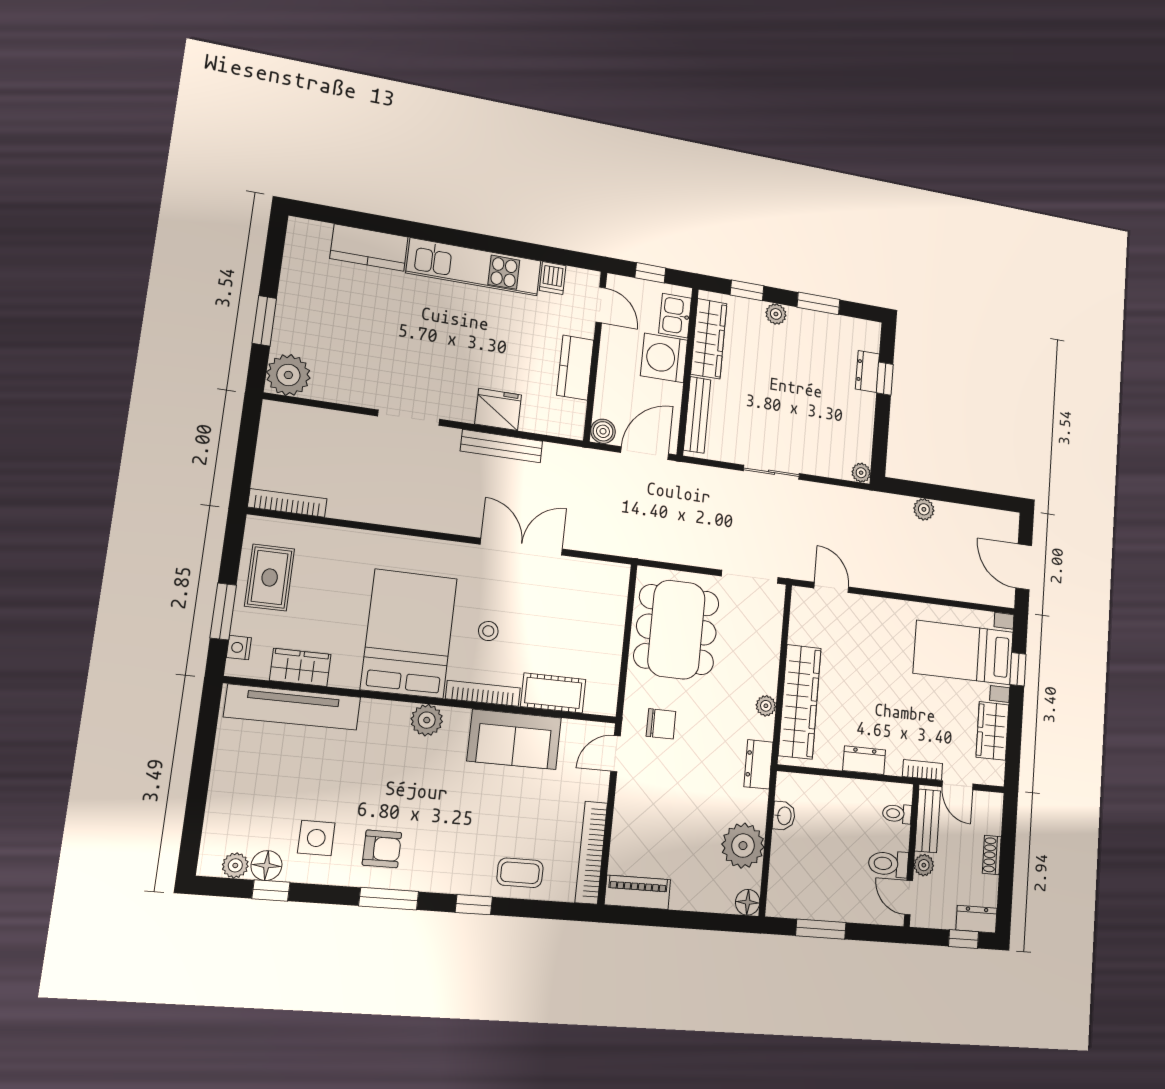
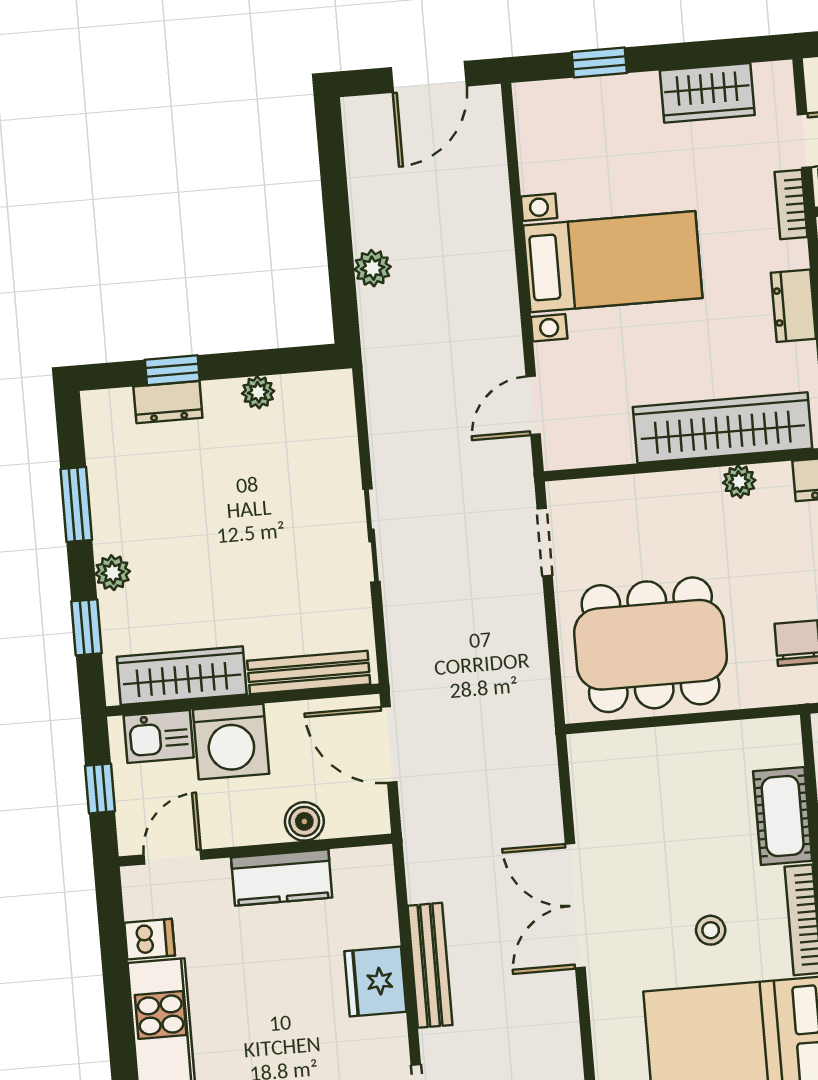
boiler: (603, 431) -> (304, 821), moved
plant: (861, 473) -> (258, 392), moved
doorway: (750, 577) -> (545, 542), width x0.73
bed with nightstands: (964, 653) -> (613, 262), moved, turned -90

